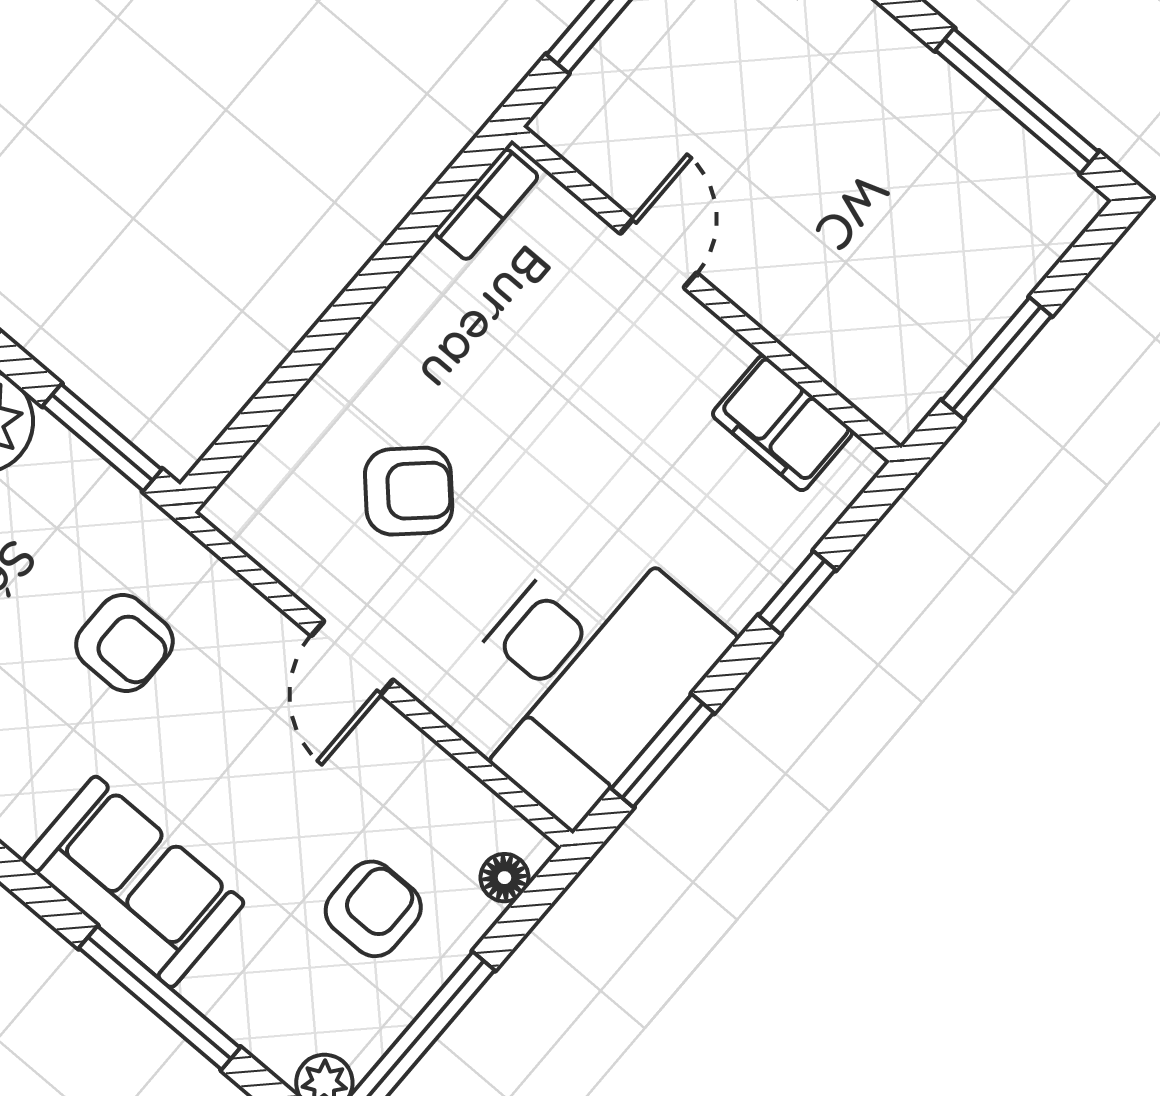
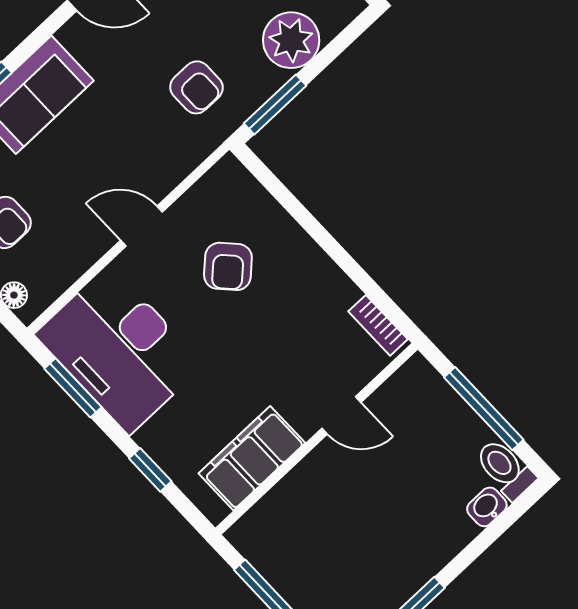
filing cabinet: (783, 423) -> (252, 458), width x1.50, depth x1.17
armchair: (124, 643) -> (196, 87), moved, turned -90

